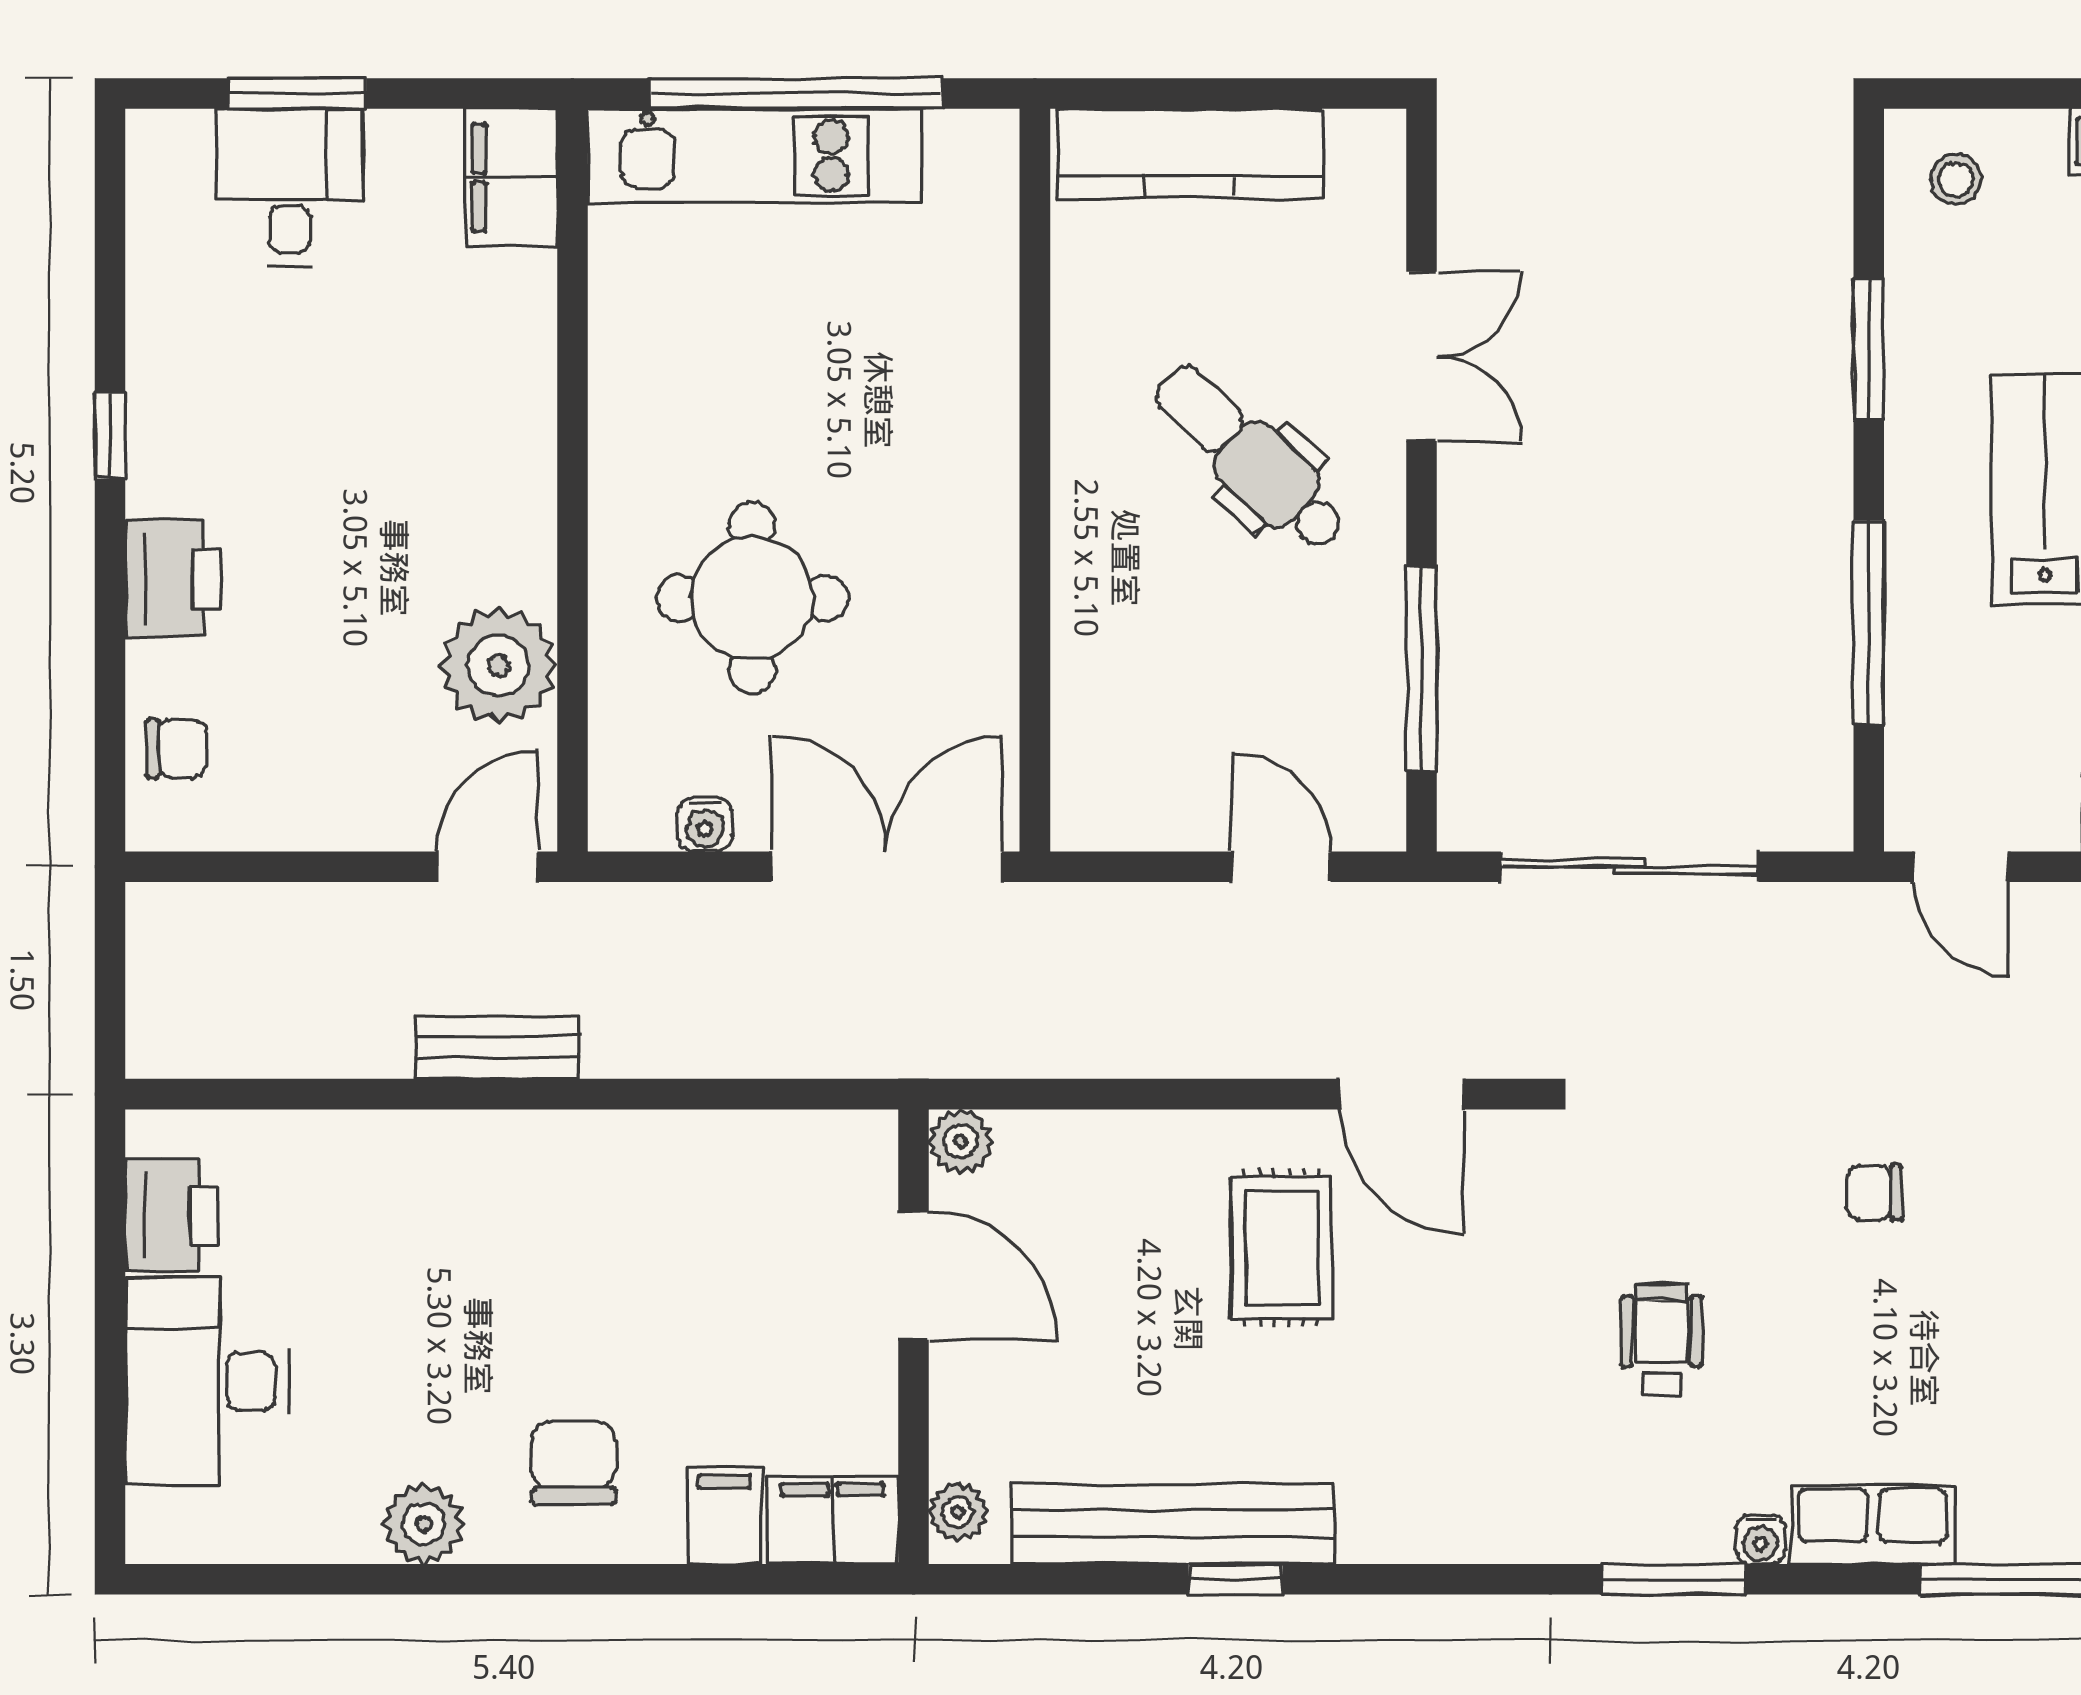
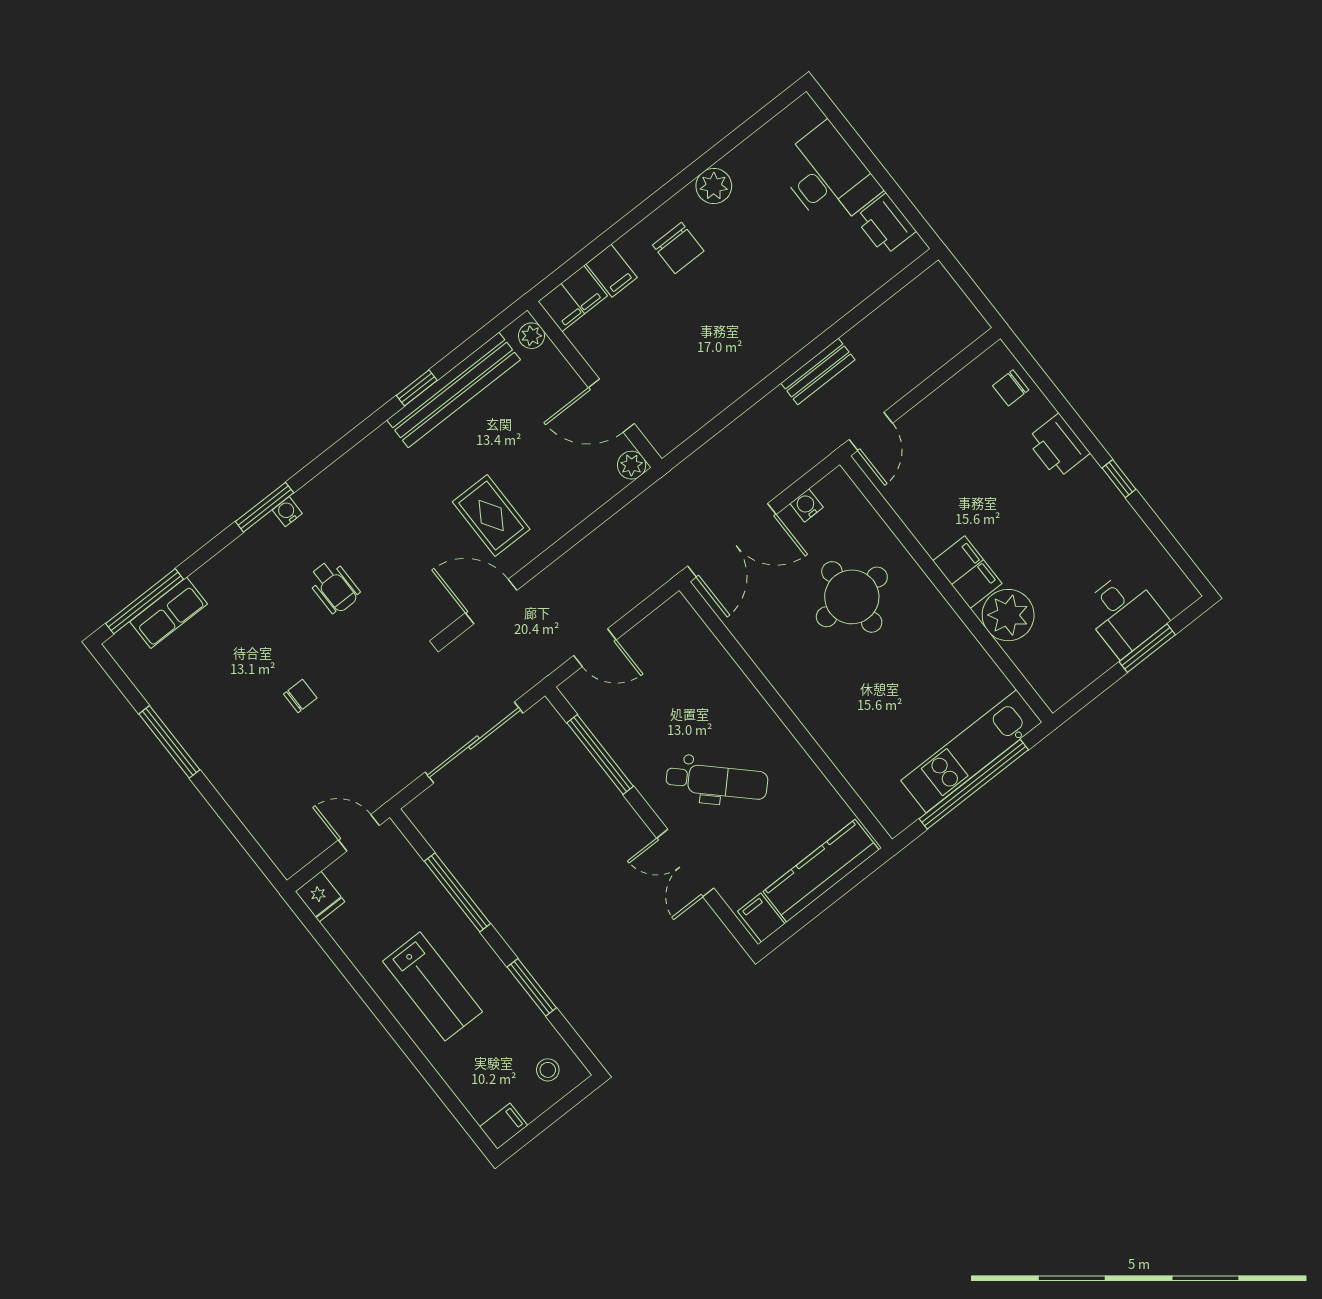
filing cabinet: (1362, 153) -> (761, 917), added
filing cabinet: (511, 178) -> (967, 572), moved
plant: (499, 666) -> (1008, 615), moved
row of seats: (1873, 1525) -> (169, 613), moved
water cooler: (1760, 1540) -> (287, 512), moved

